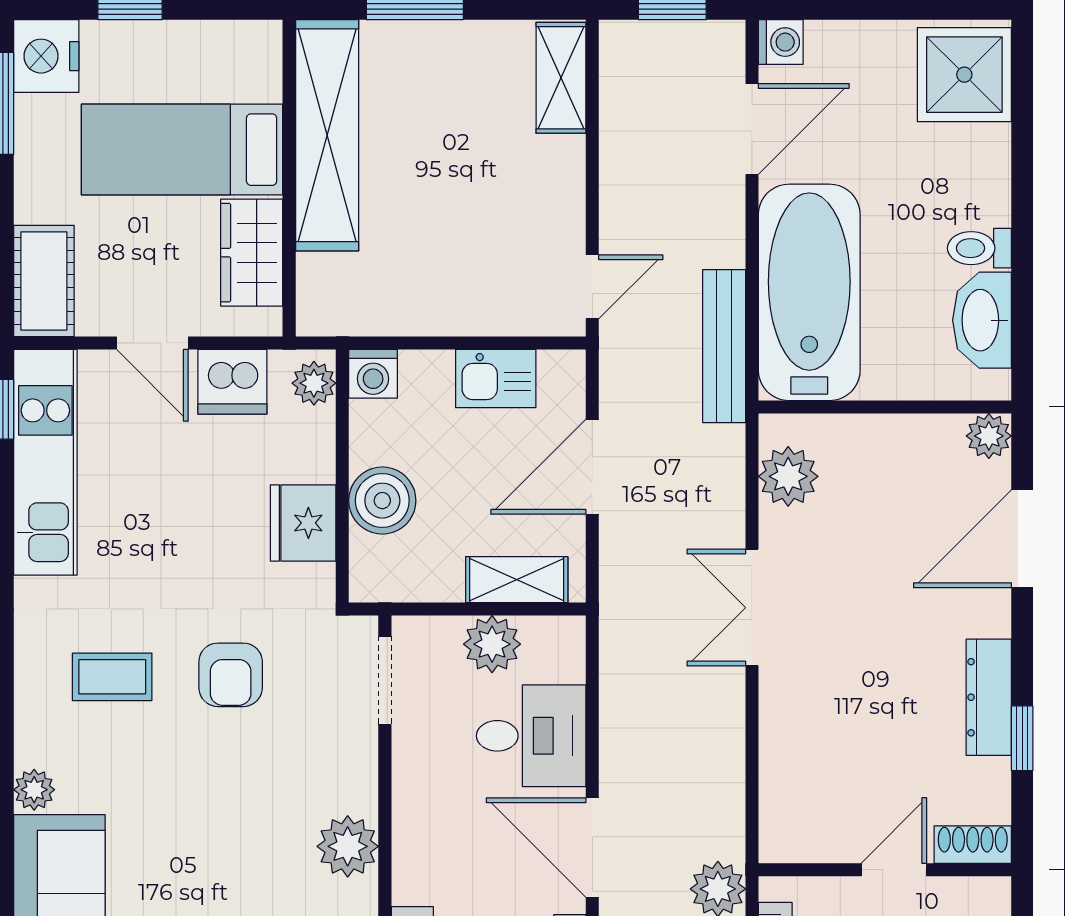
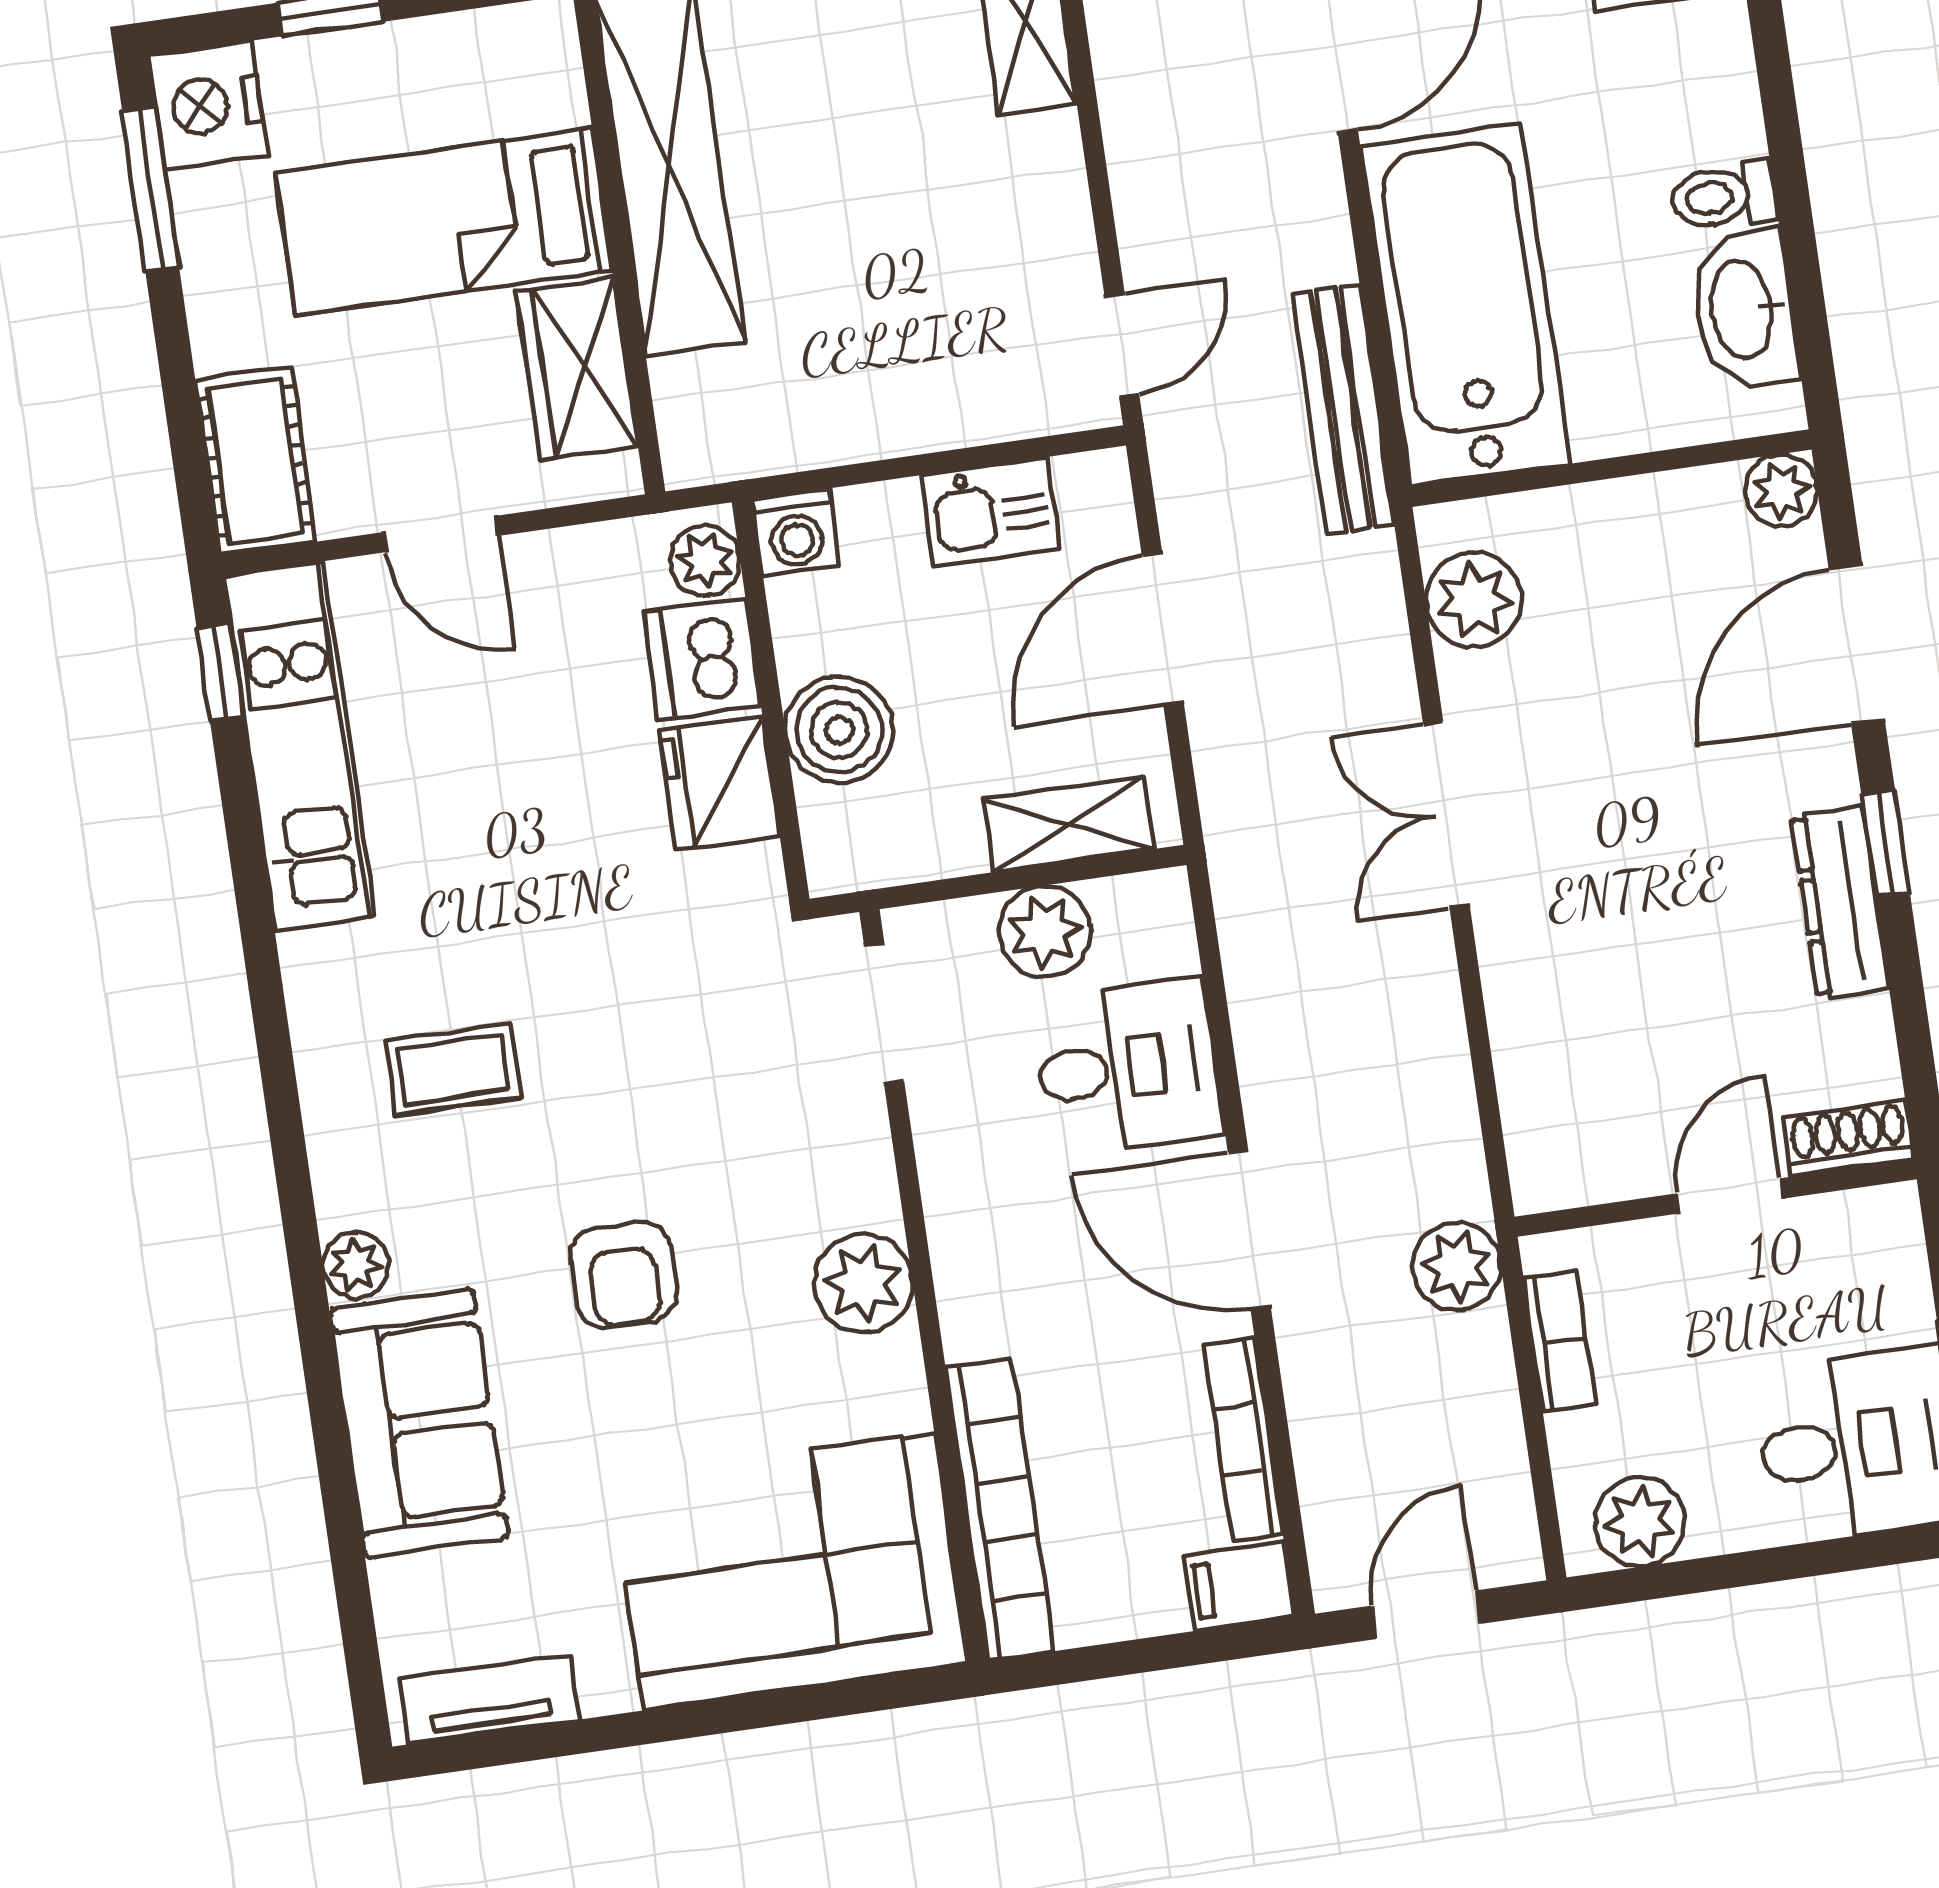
dishwasher: (232, 382) -> (702, 659), moved, turned 90
armchair: (231, 675) -> (624, 1275), moved
window: (1022, 738) -> (1885, 843), moved

